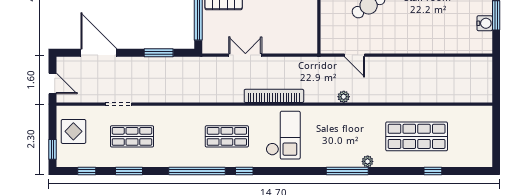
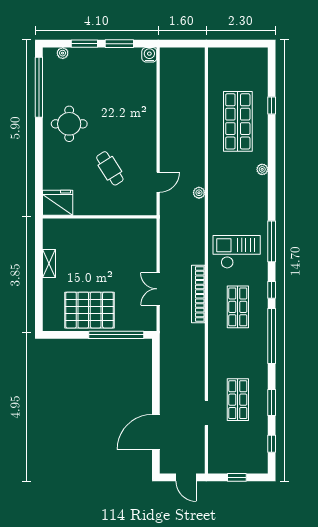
water cooler: (485, 23) -> (149, 55), moved
window: (159, 53) -> (156, 374), removed
door: (52, 84) -> (186, 477), swing flipped
bookcase: (274, 96) -> (198, 294), moved
display table: (73, 131) -> (233, 457), removed
window: (52, 149) -> (237, 477), moved
window: (347, 171) -> (272, 241), moved

